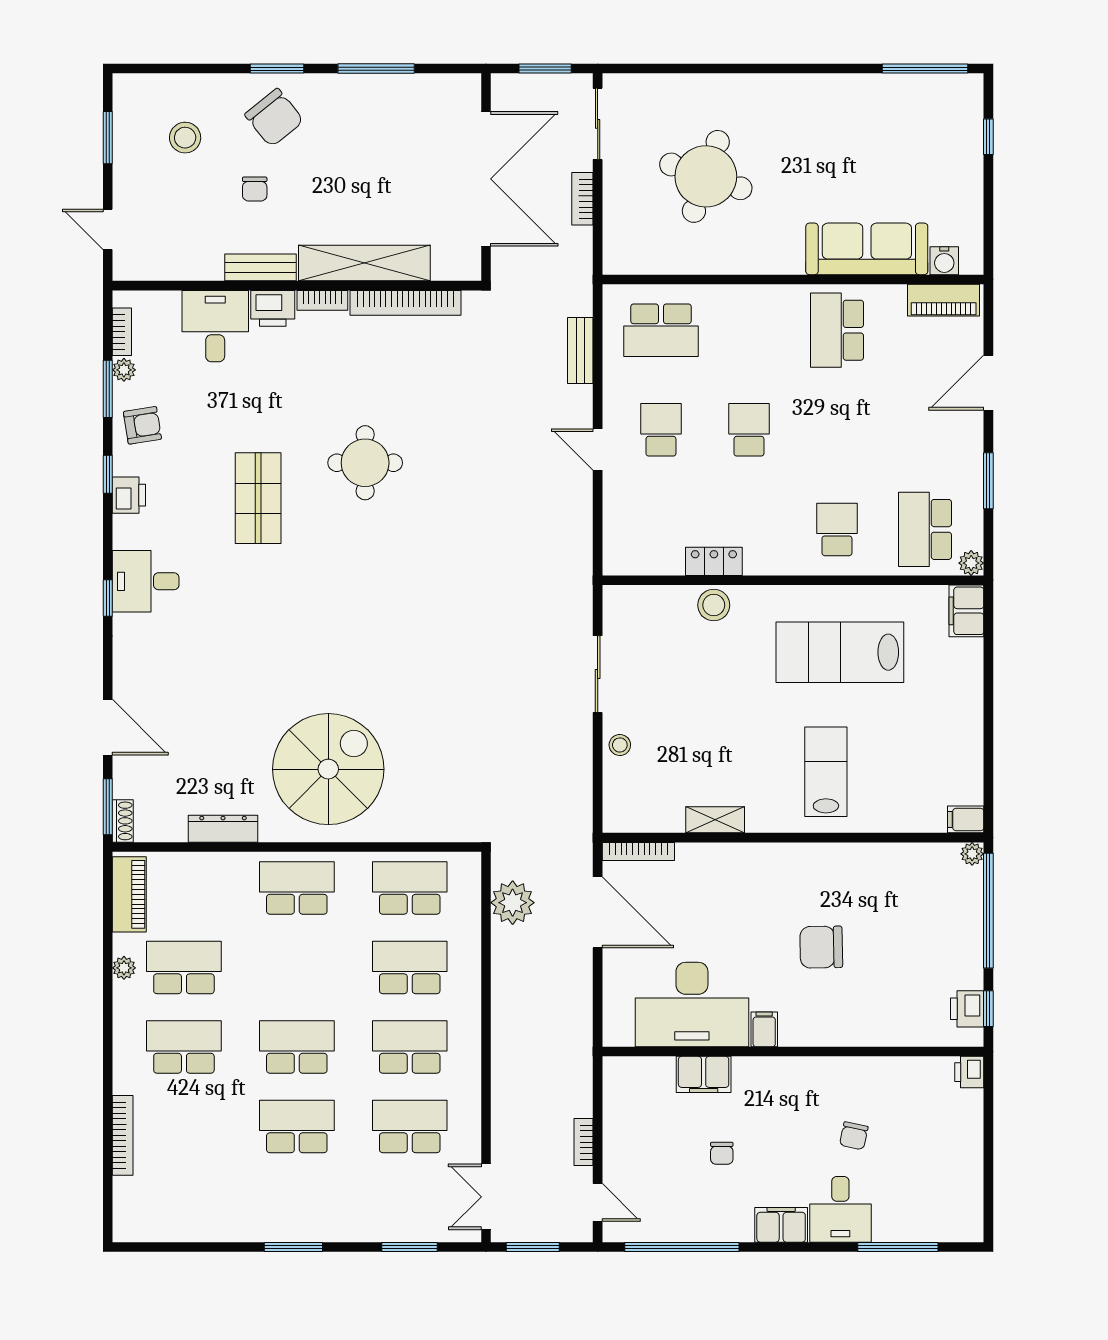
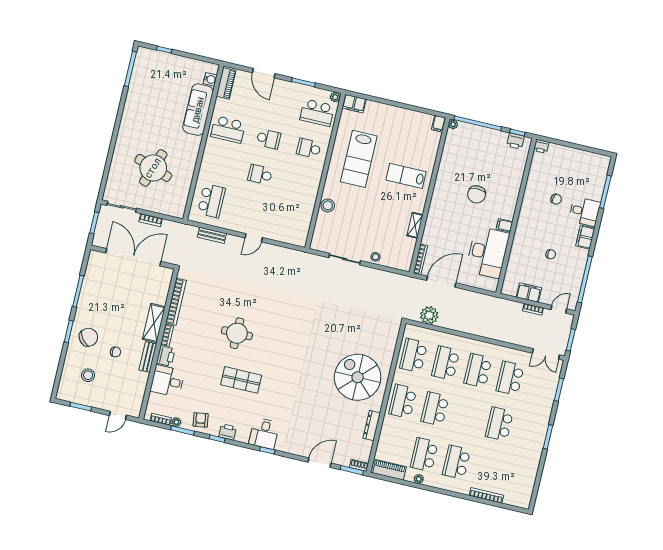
shelving: (364, 263) -> (154, 323), width x0.68
school desk: (661, 430) -> (268, 139), moved, turned 180
locker: (714, 561) -> (310, 201), removed
school desk: (297, 1047) -> (435, 409), moved
filing cabinet: (704, 1074) -> (529, 293), moved, turned -90

